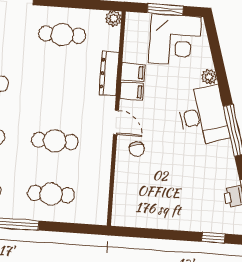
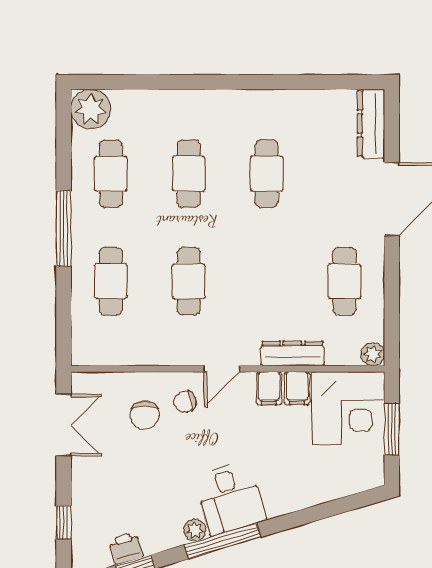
corner desk: (175, 40) -> (348, 408), moved, turned -90
plant: (209, 77) -> (195, 530), moved
desk: (203, 116) -> (230, 498), width x0.73
chair: (144, 177) -> (145, 415), added
double door: (147, 233) -> (64, 425), added

